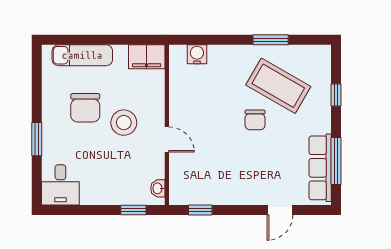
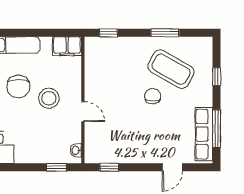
window: (199, 40) -> (108, 33), added
water cooler: (197, 54) -> (107, 44), removed
chair: (255, 120) -> (153, 96), turned 180

